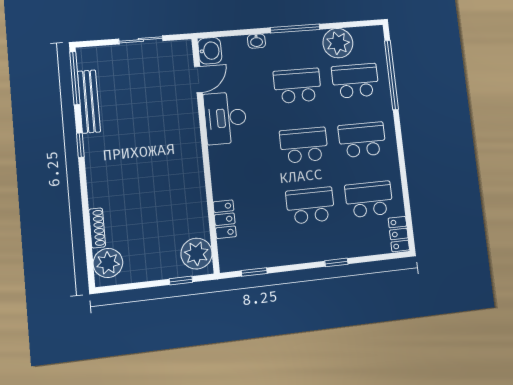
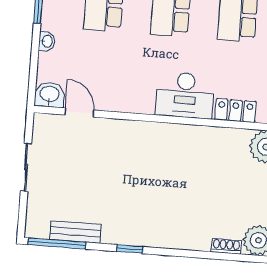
bench: (89, 102) -> (75, 232), width x0.73
desk: (225, 118) -> (185, 95), moved
shoe rack: (97, 228) -> (226, 246), width x0.70

